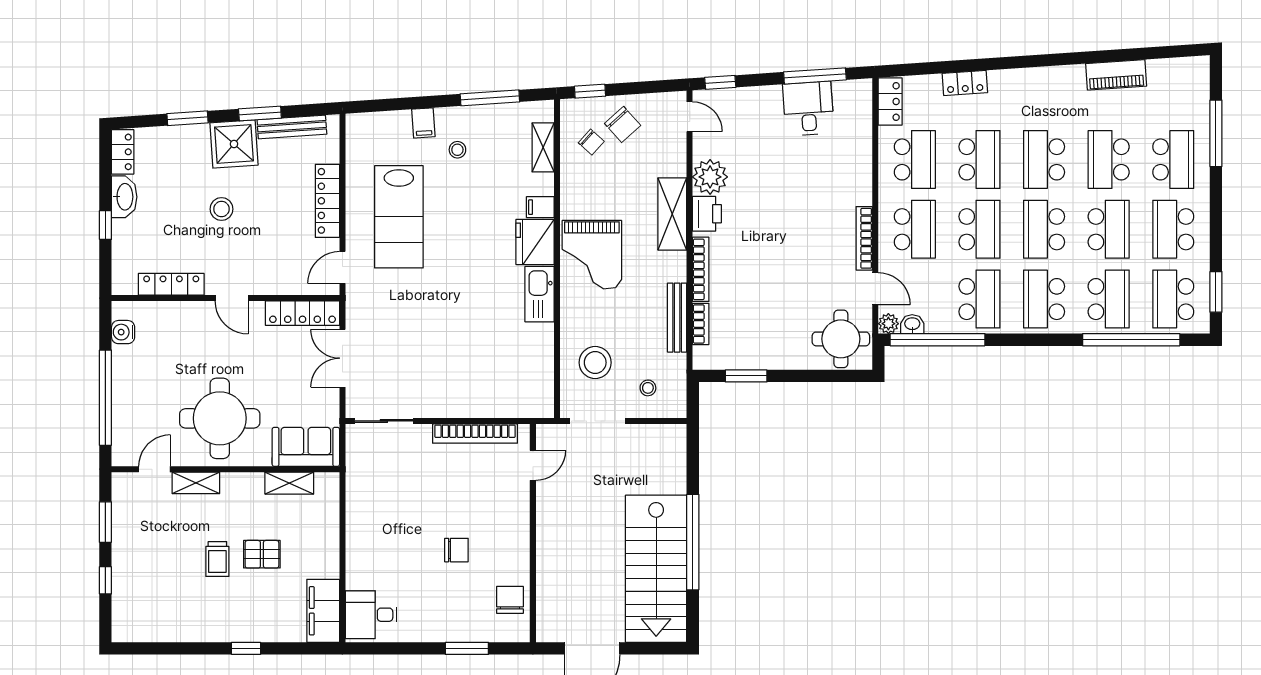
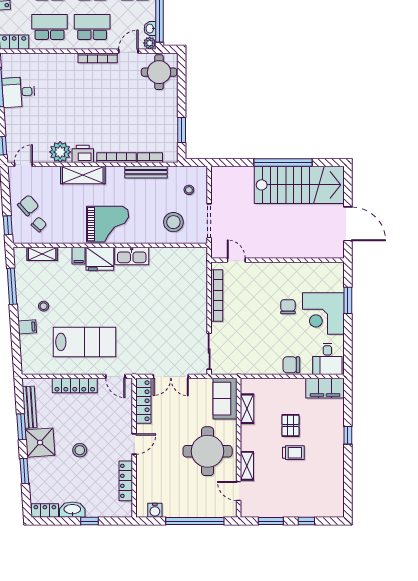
chair: (510, 600) -> (291, 365), moved
corner desk: (446, 608) -> (323, 313), added

